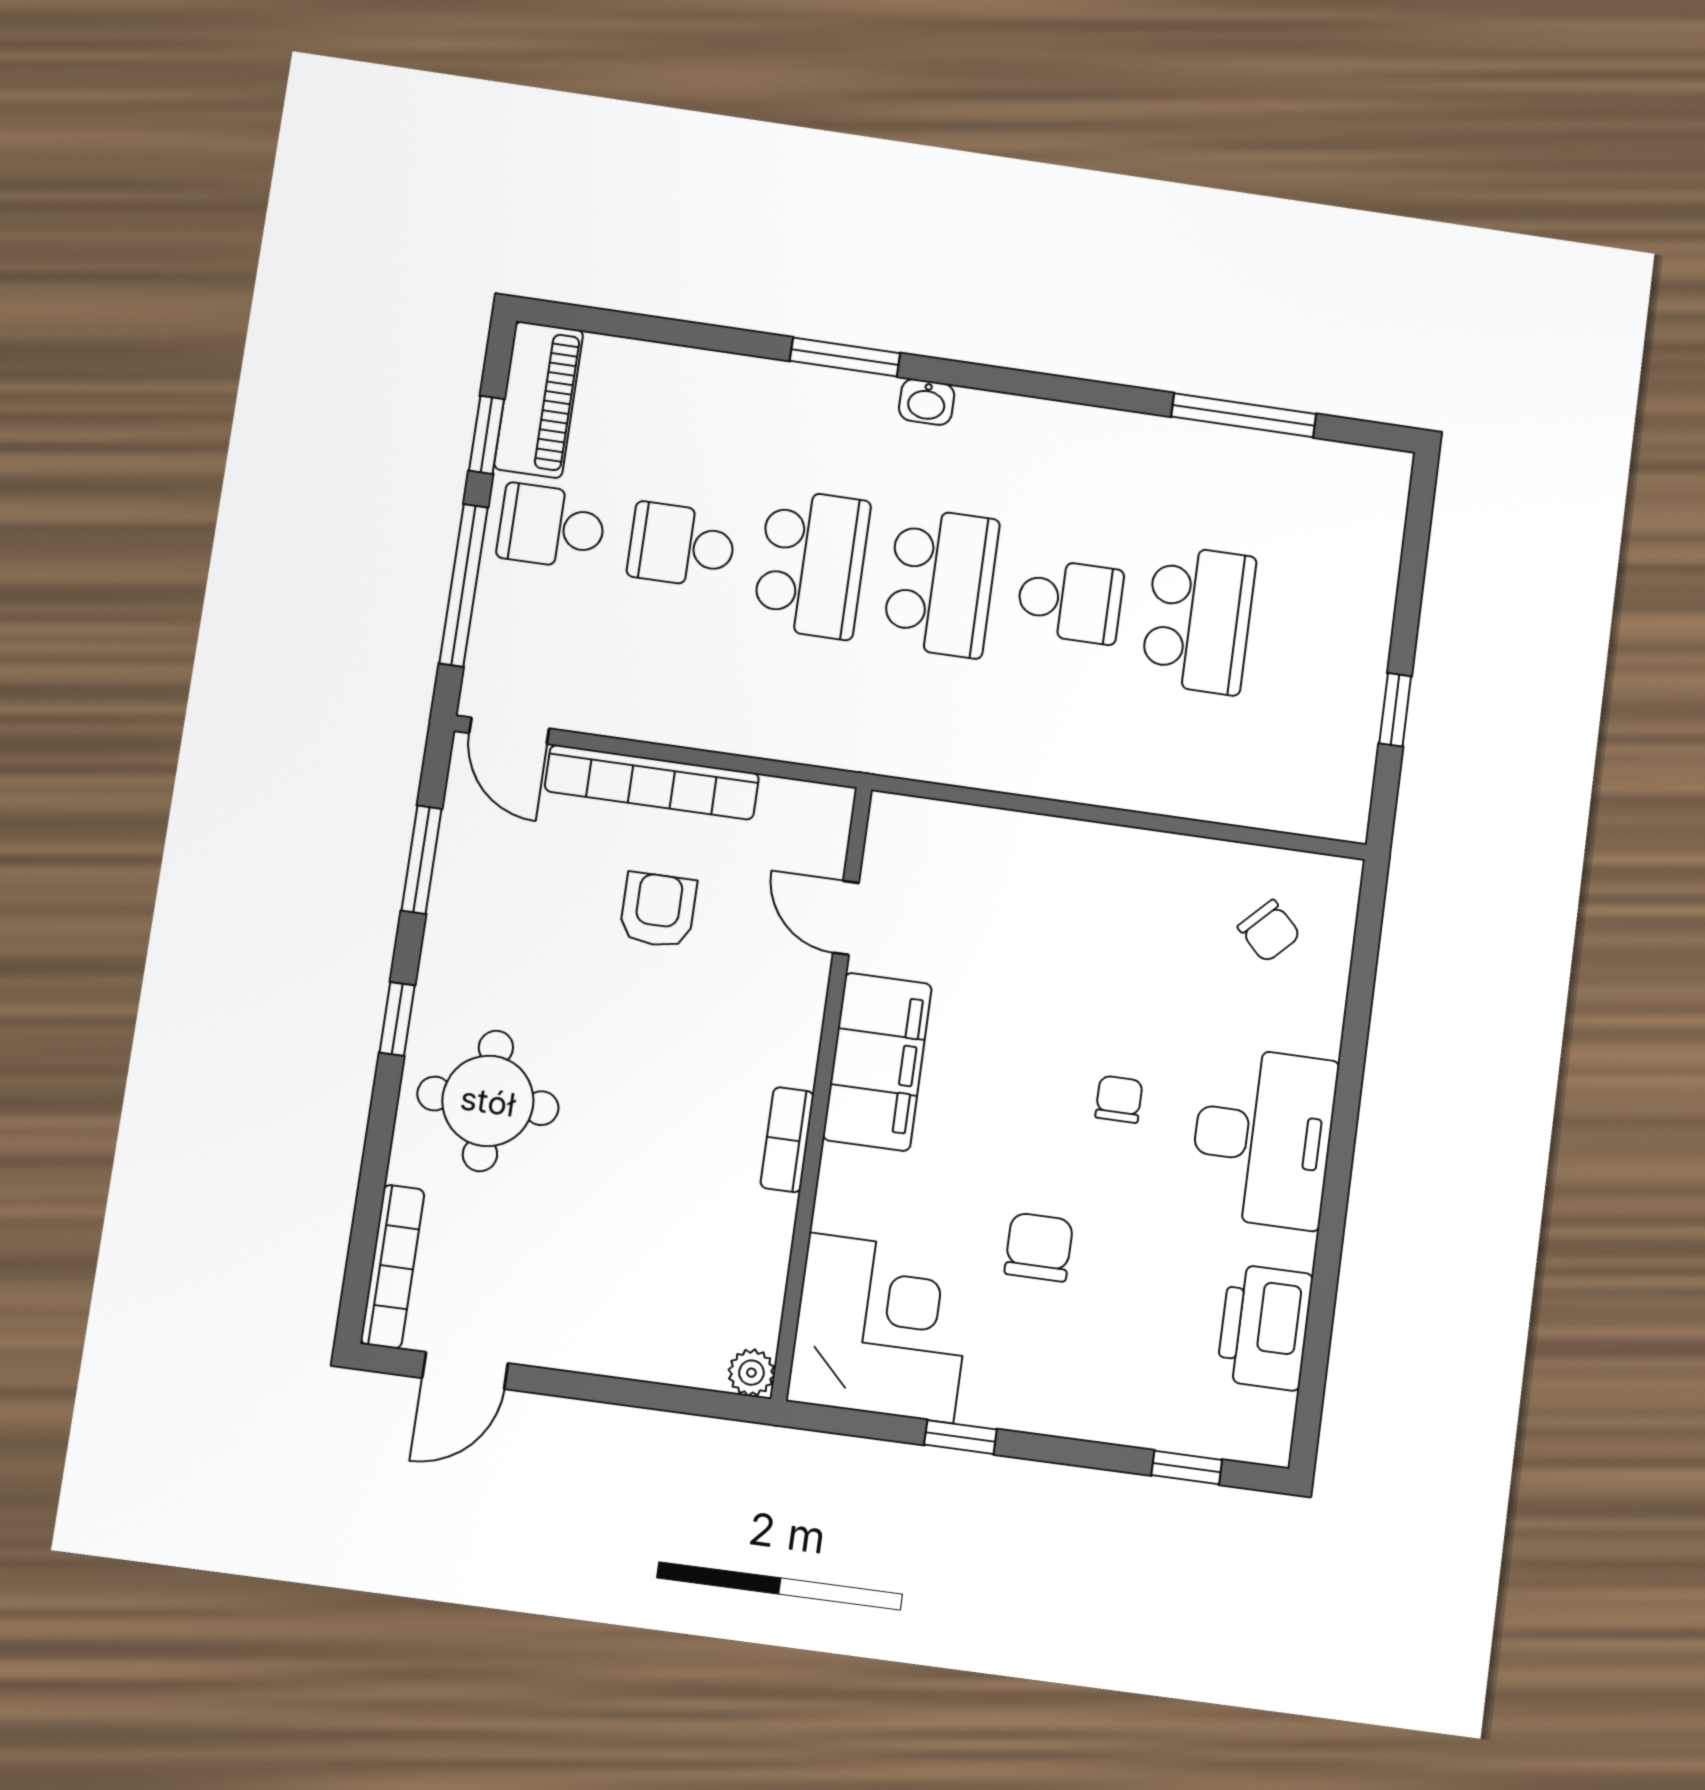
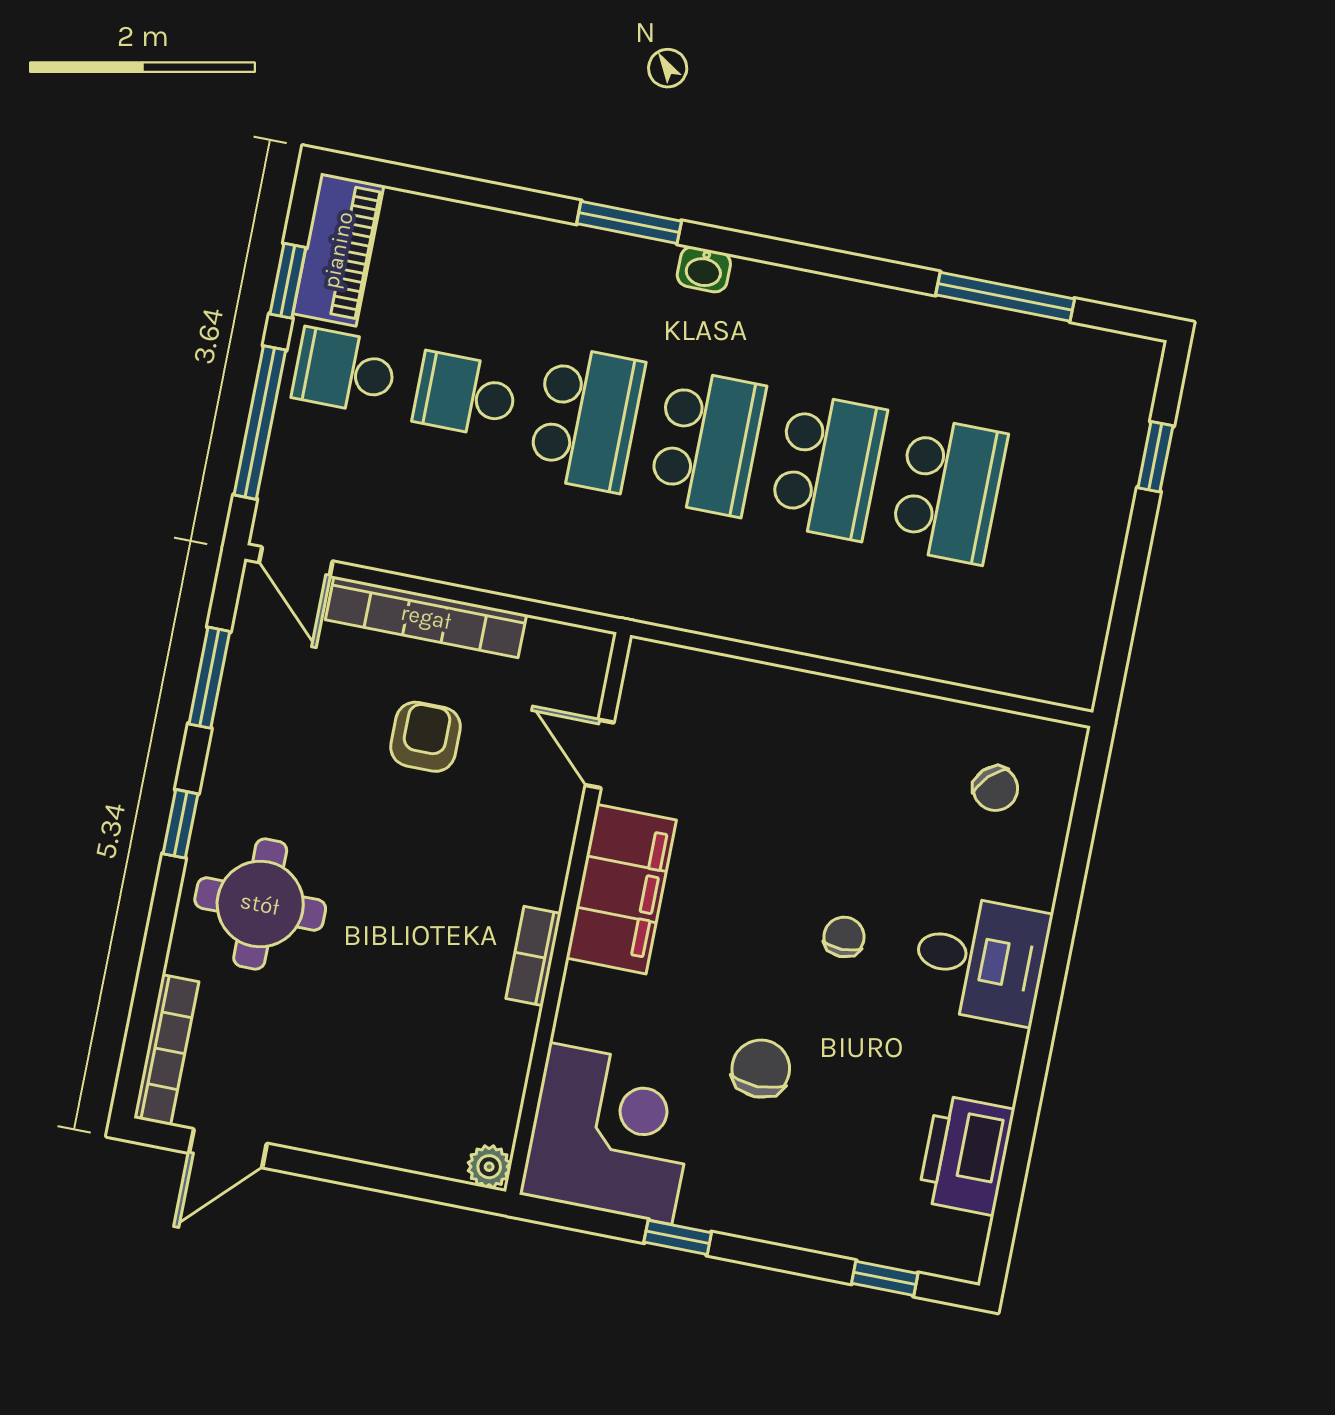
school desk: (1070, 601) -> (828, 467), width x1.85
window: (1395, 710) -> (1155, 457), moved
desk: (1263, 1138) -> (980, 959), width x0.73

